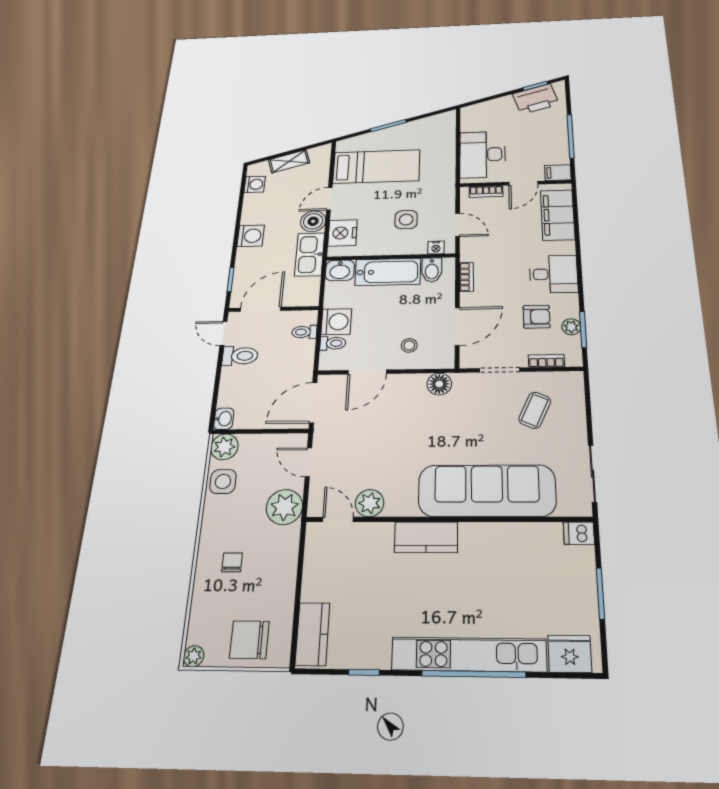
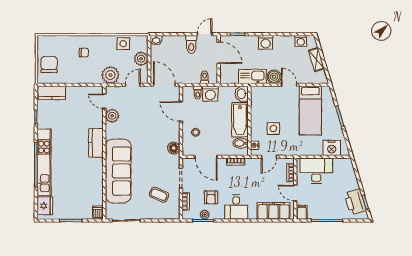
nightstand: (343, 233) -> (332, 148), moved, turned 180
plant: (224, 447) -> (141, 59), moved
door: (338, 519) -> (104, 101), swing flipped
plant: (194, 656) -> (42, 40), removed

